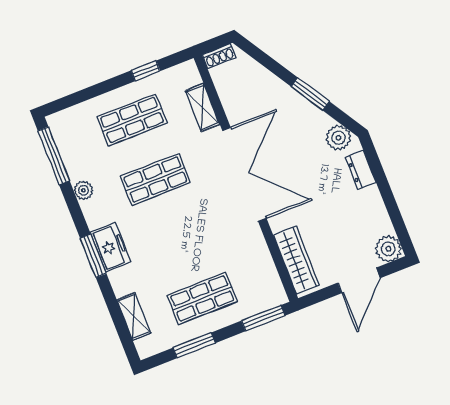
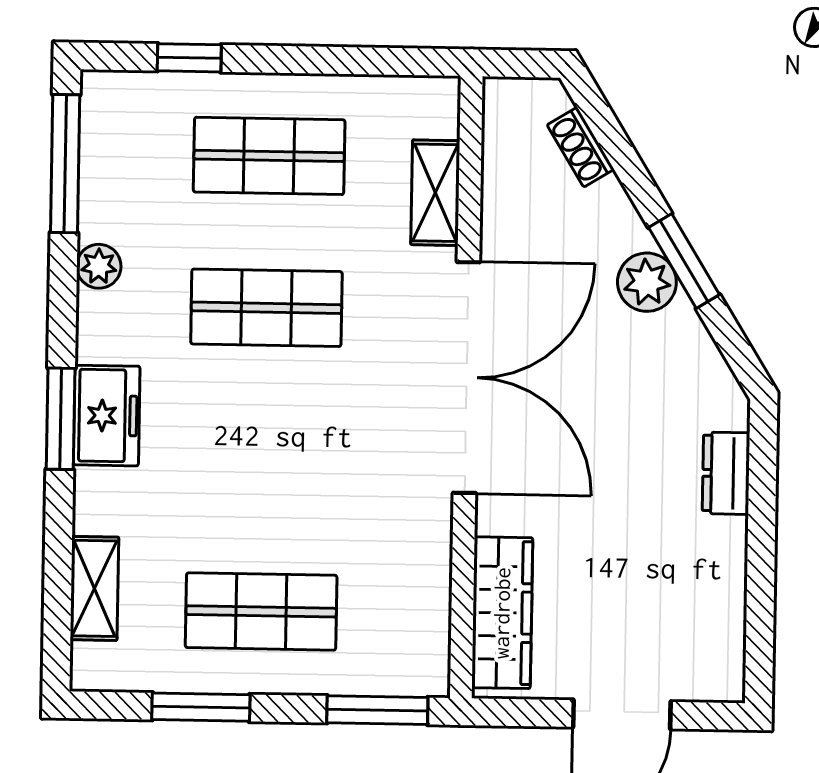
shoe rack: (219, 56) -> (581, 147), moved, turned 58
window: (146, 71) -> (189, 58), moved
plant: (338, 138) -> (647, 282), moved
plant: (388, 249) -> (715, 672), removed

